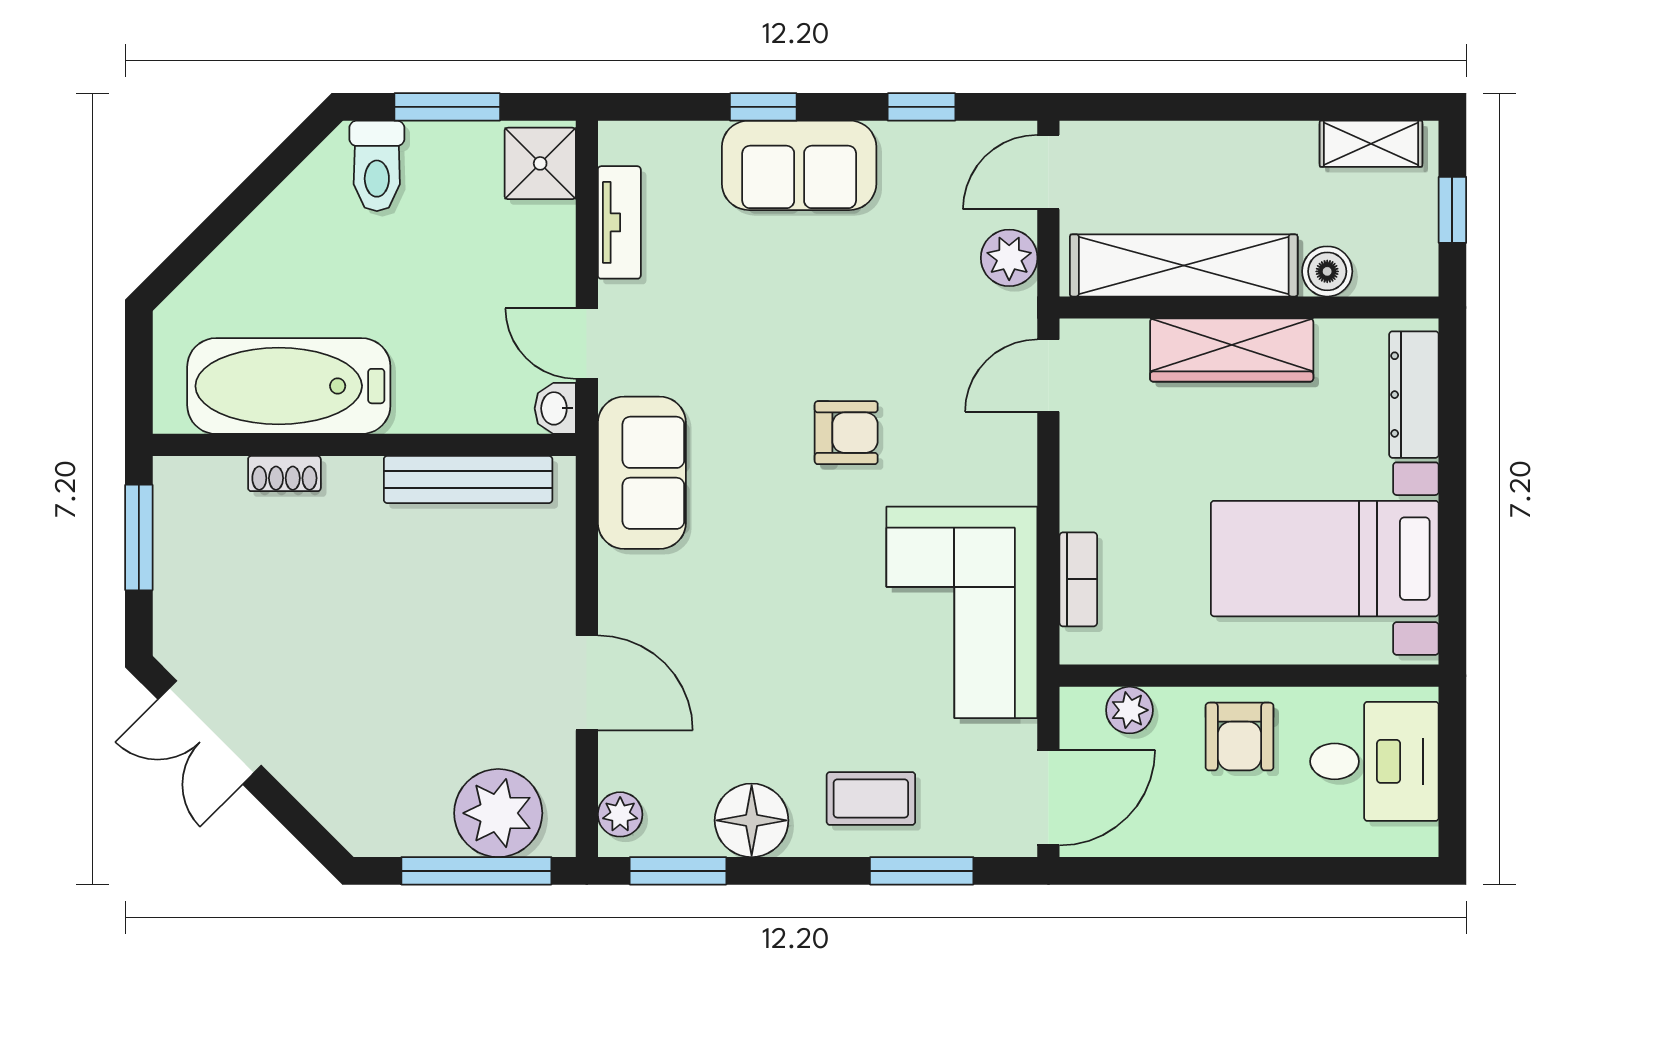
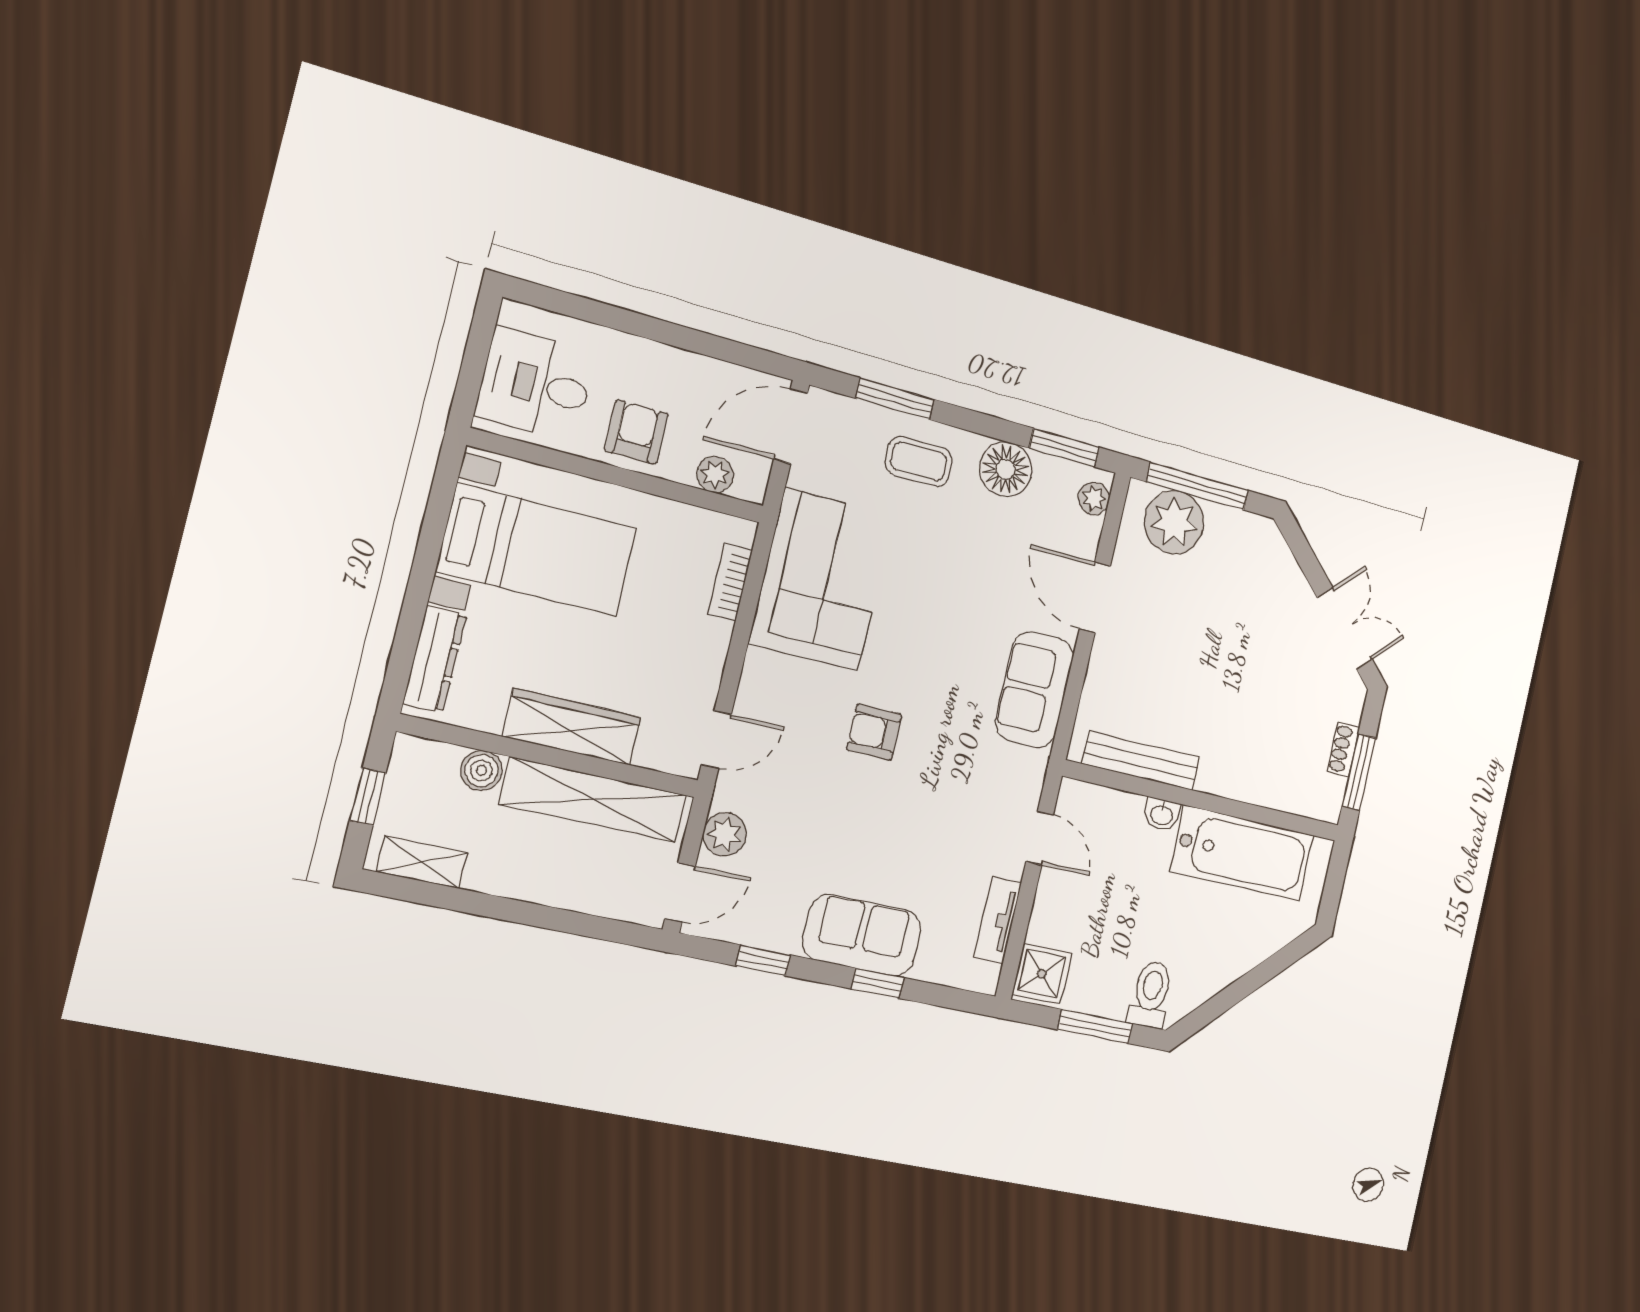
washbasin: (555, 408) -> (1162, 814), moved, turned 90
sofa: (642, 473) -> (1034, 690), moved
shoe rack: (284, 474) -> (1343, 749), moved, turned -90

